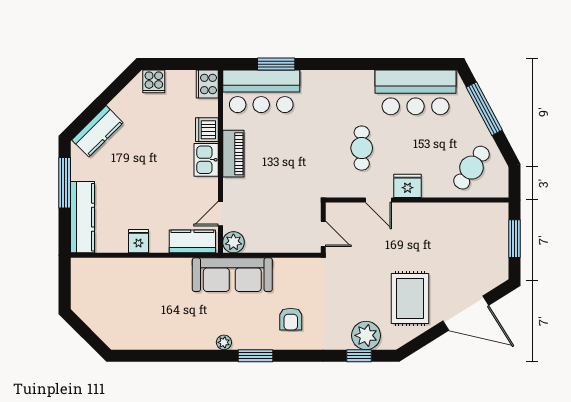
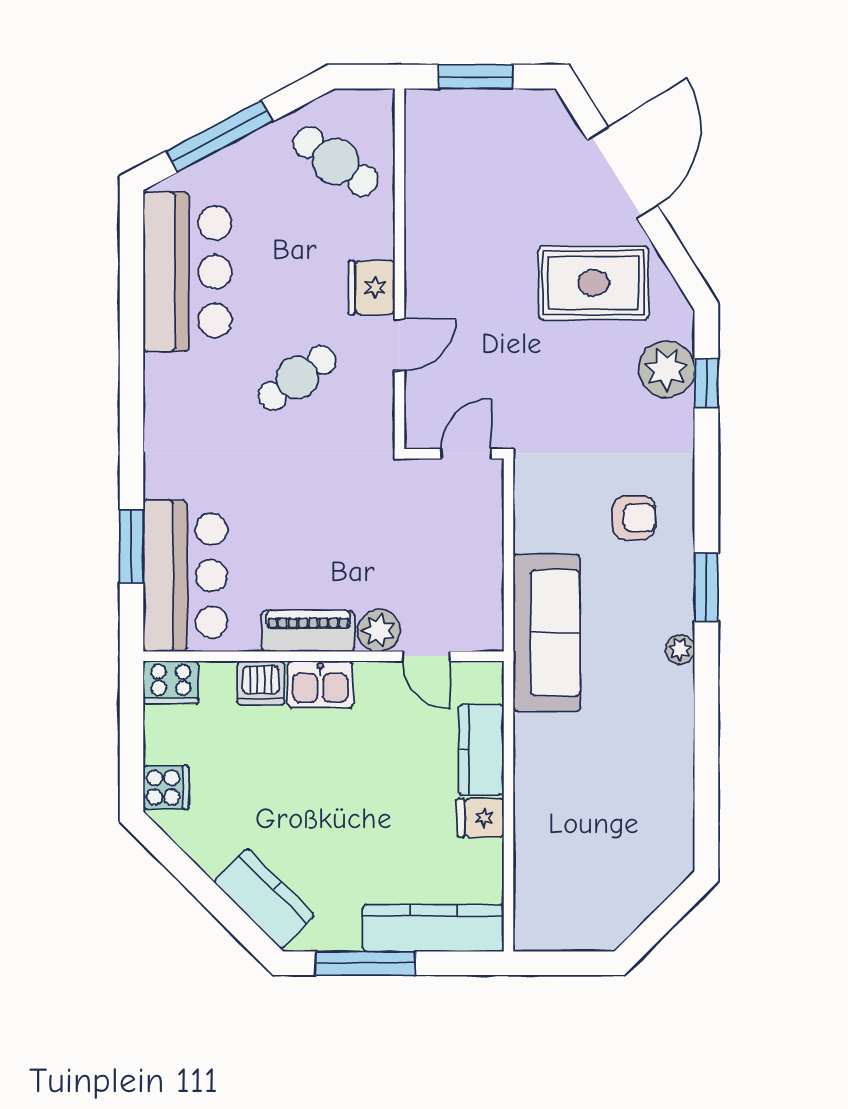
cafe table: (362, 148) -> (297, 378), turned -36
kitchen counter: (192, 241) -> (481, 750), moved
plant: (233, 242) -> (379, 630), moved

